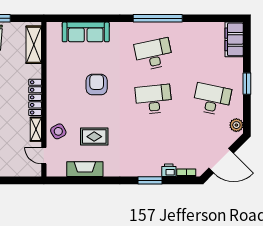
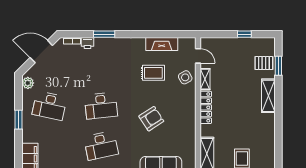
armchair: (97, 85) -> (151, 119), turned -123

